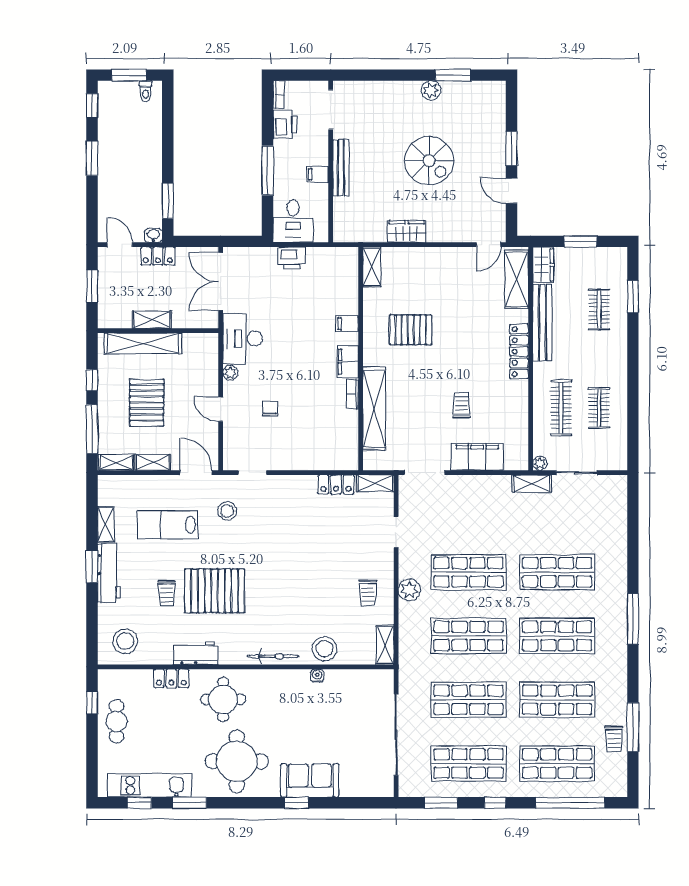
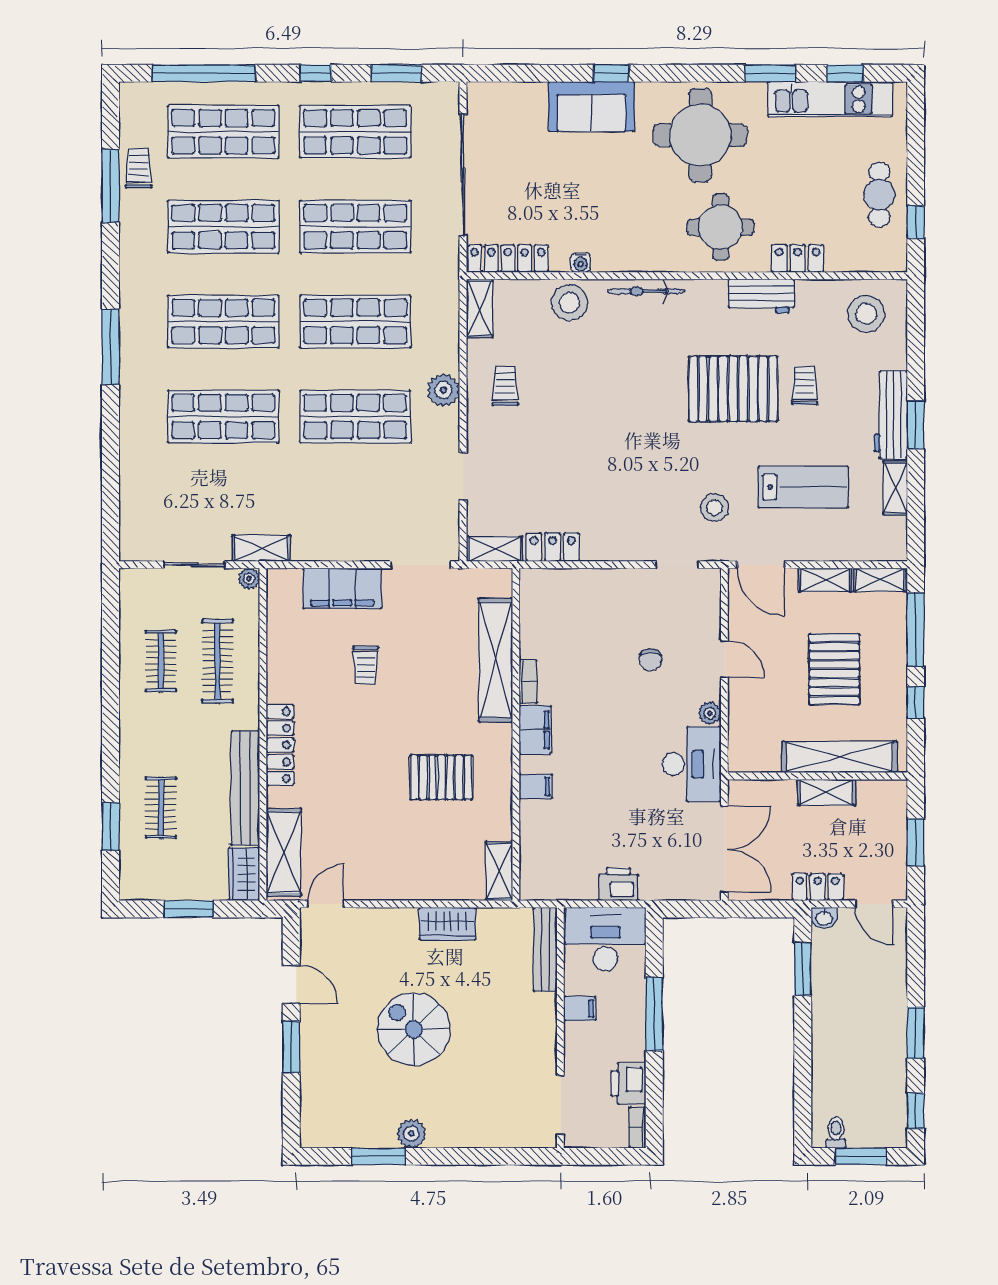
bench: (341, 168) -> (545, 949), moved
desk: (293, 221) -> (605, 939), width x1.37
locker: (366, 678) -> (508, 259), added

